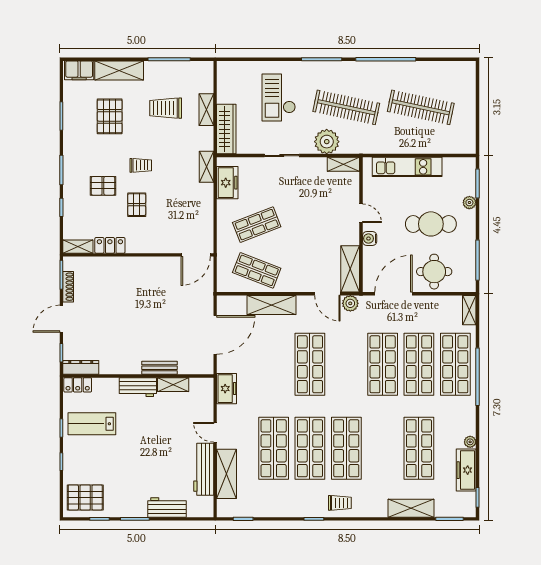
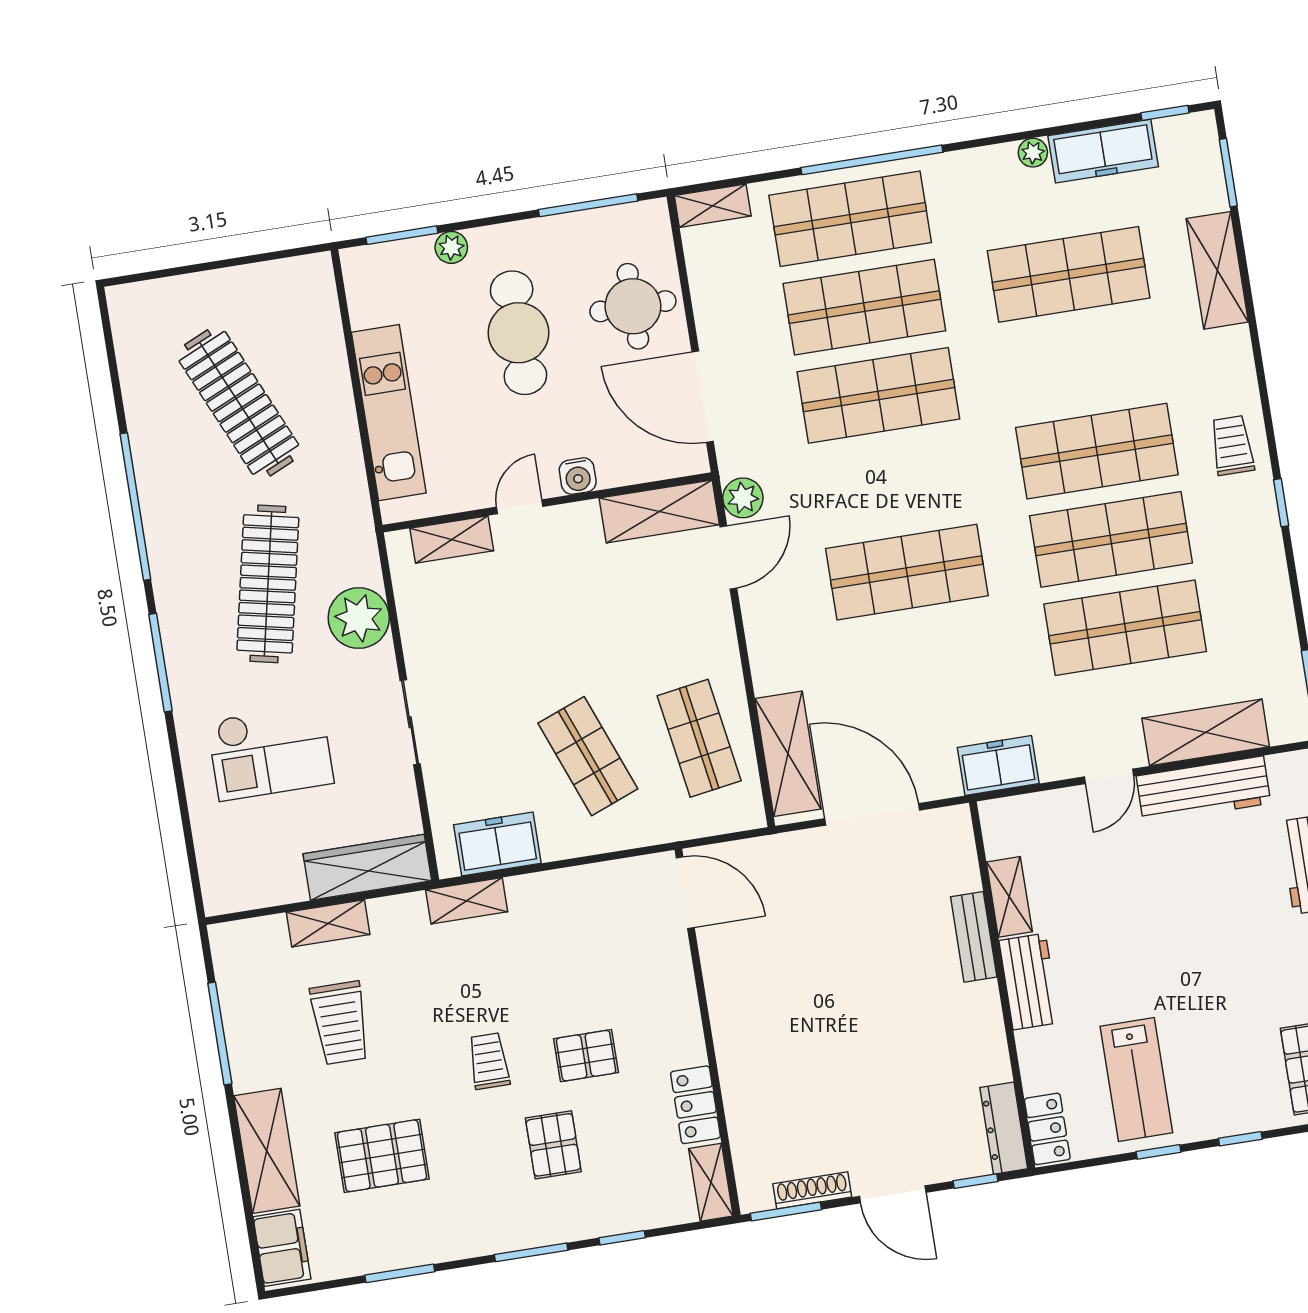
clothes rail: (421, 107) -> (239, 403), turned -36
shelving: (343, 164) -> (452, 539), moved, turned 90
shop shelf: (257, 270) -> (699, 738), turned -30
shelving: (272, 305) -> (788, 754), moved

